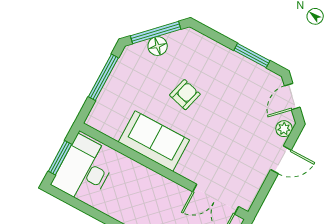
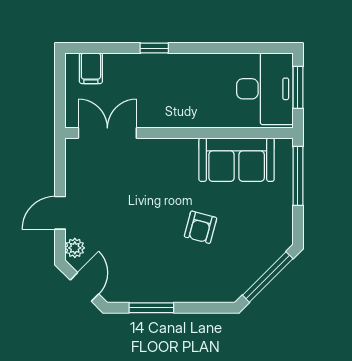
floor lamp: (158, 46) -> (258, 263), removed
window: (103, 77) -> (298, 176), moved
sofa: (154, 141) -> (237, 160), moved

